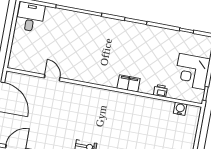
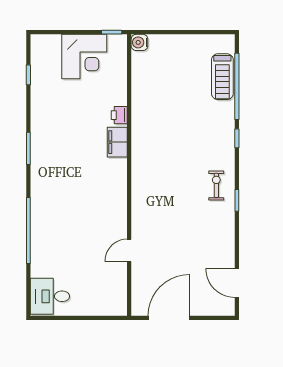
printer: (160, 91) -> (119, 115), moved
water cooler: (180, 109) -> (139, 42), moved

